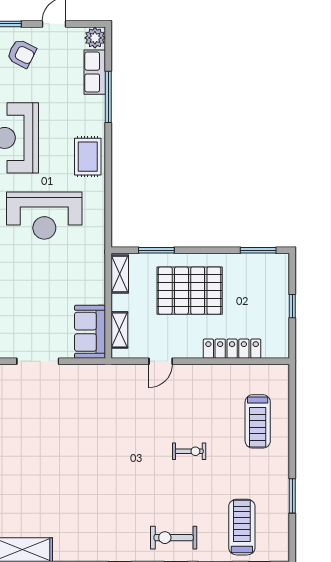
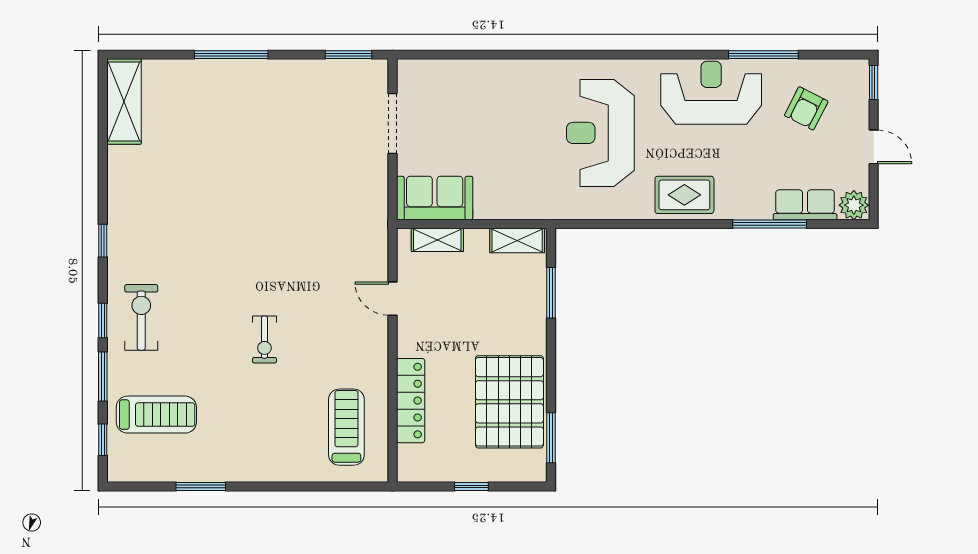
armchair: (22, 54) -> (806, 108), moved
pallet: (190, 291) -> (509, 402), moved
treadmill: (258, 421) -> (346, 427), moved, turned 90

